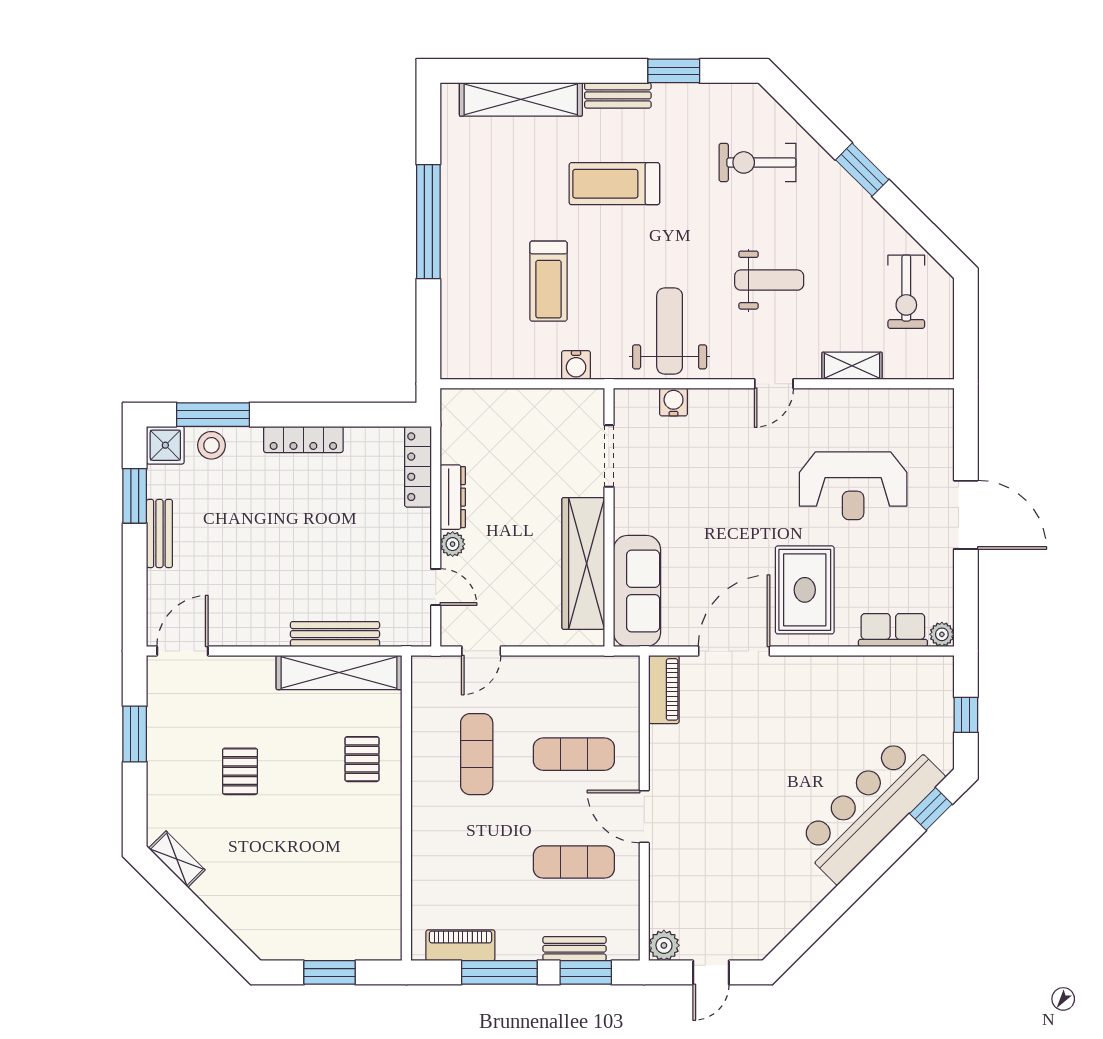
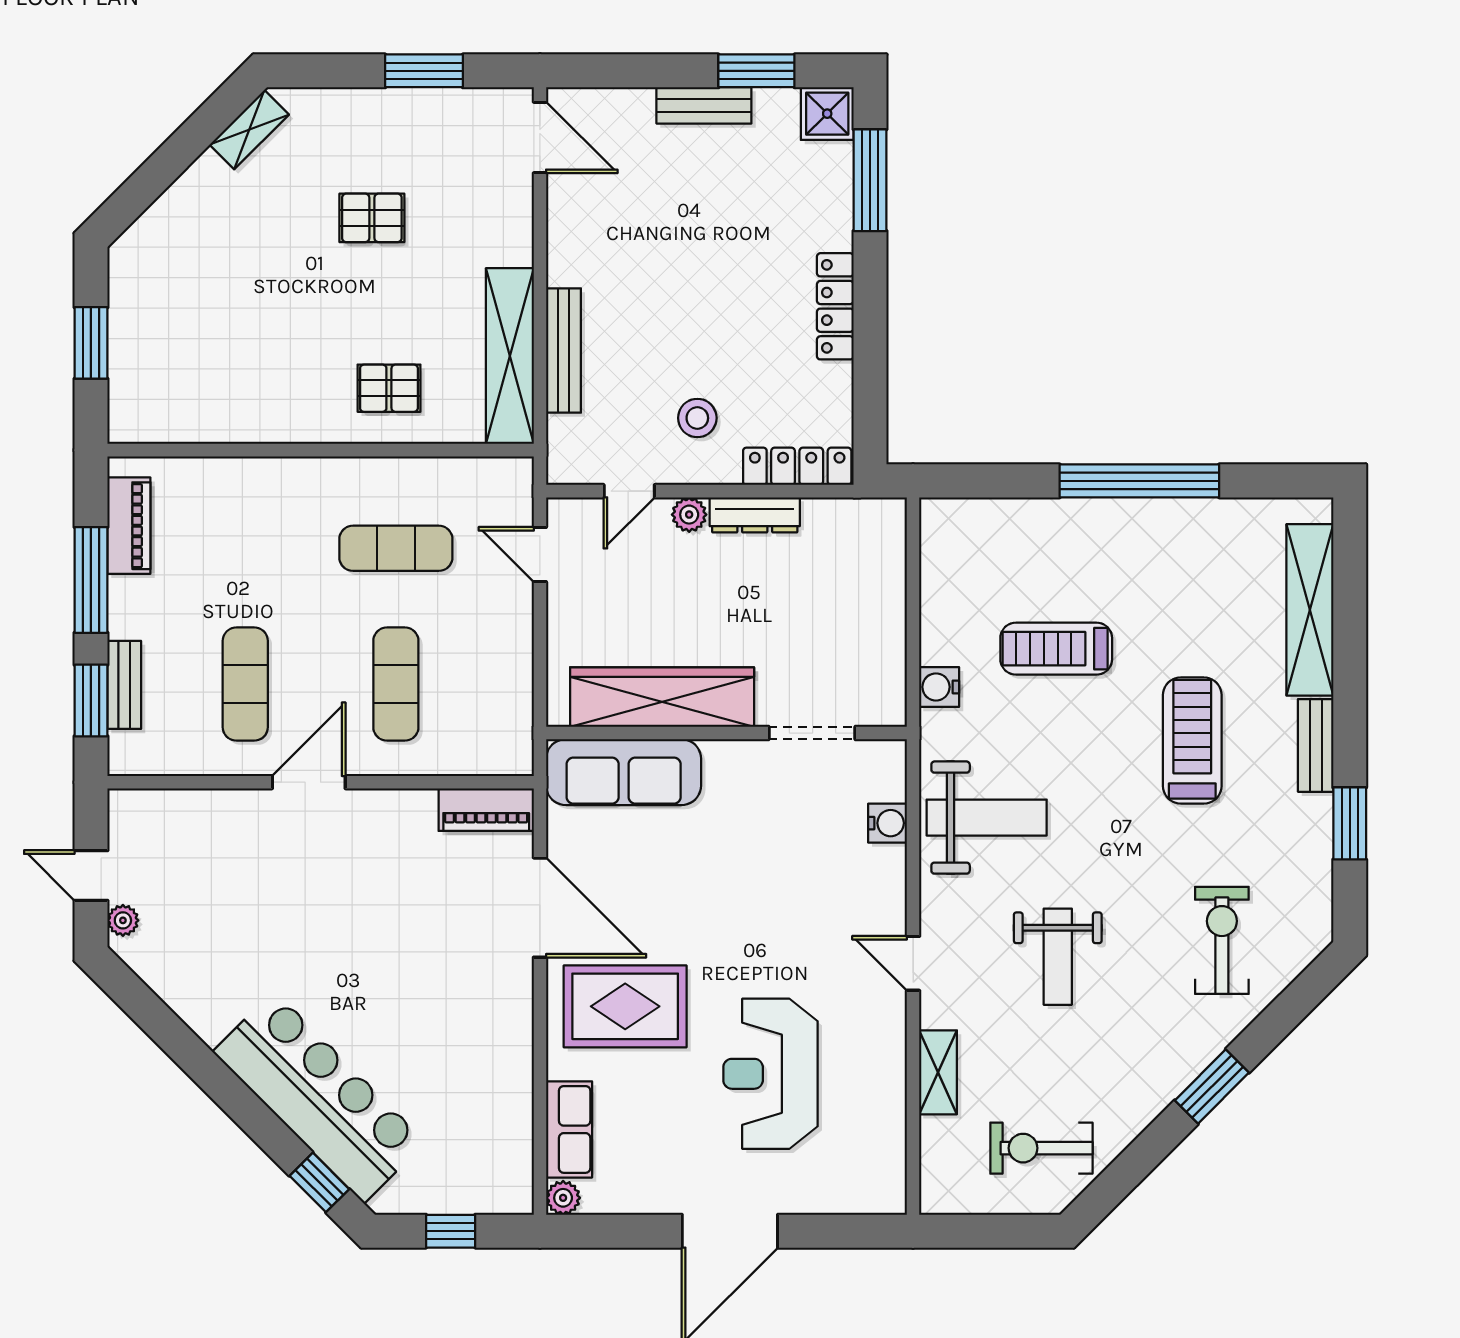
stool: (211, 445) -> (697, 418), moved
plant: (664, 945) -> (123, 920), moved, width x0.73, depth x0.73

